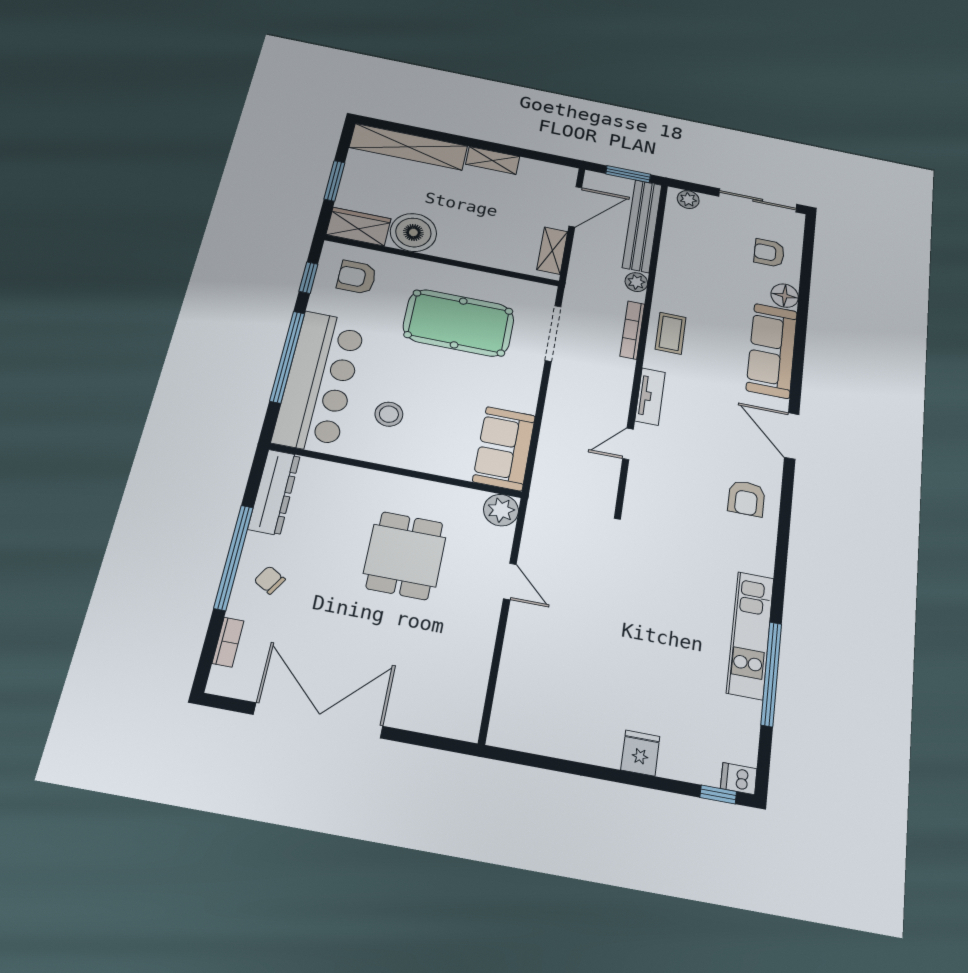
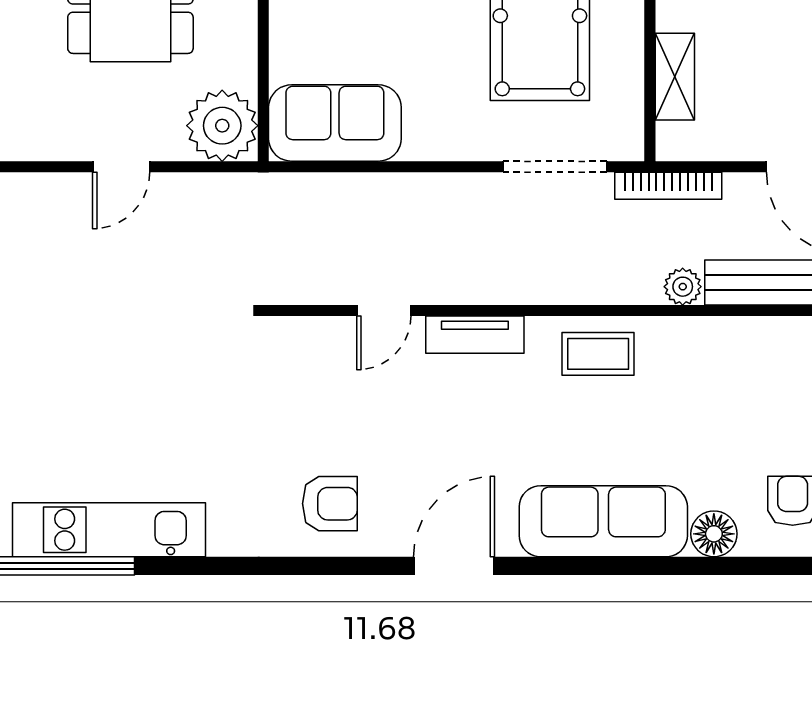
shelving: (552, 251) -> (675, 77), moved, turned 90
bookcase: (632, 330) -> (668, 186), moved, turned 180
door: (628, 444) -> (384, 311), swing flipped
armchair: (746, 498) -> (330, 504), turned 180
plant: (501, 510) -> (222, 126), width x1.36, depth x1.36

